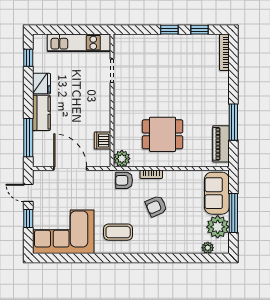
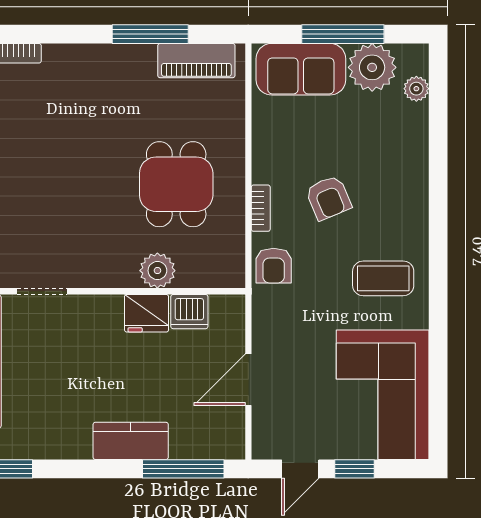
fridge: (41, 84) -> (147, 313), moved, turned 180
plant: (122, 159) -> (157, 271), moved
door: (70, 168) -> (248, 380), width x0.73
coffee table: (118, 232) -> (383, 278), turned 90

